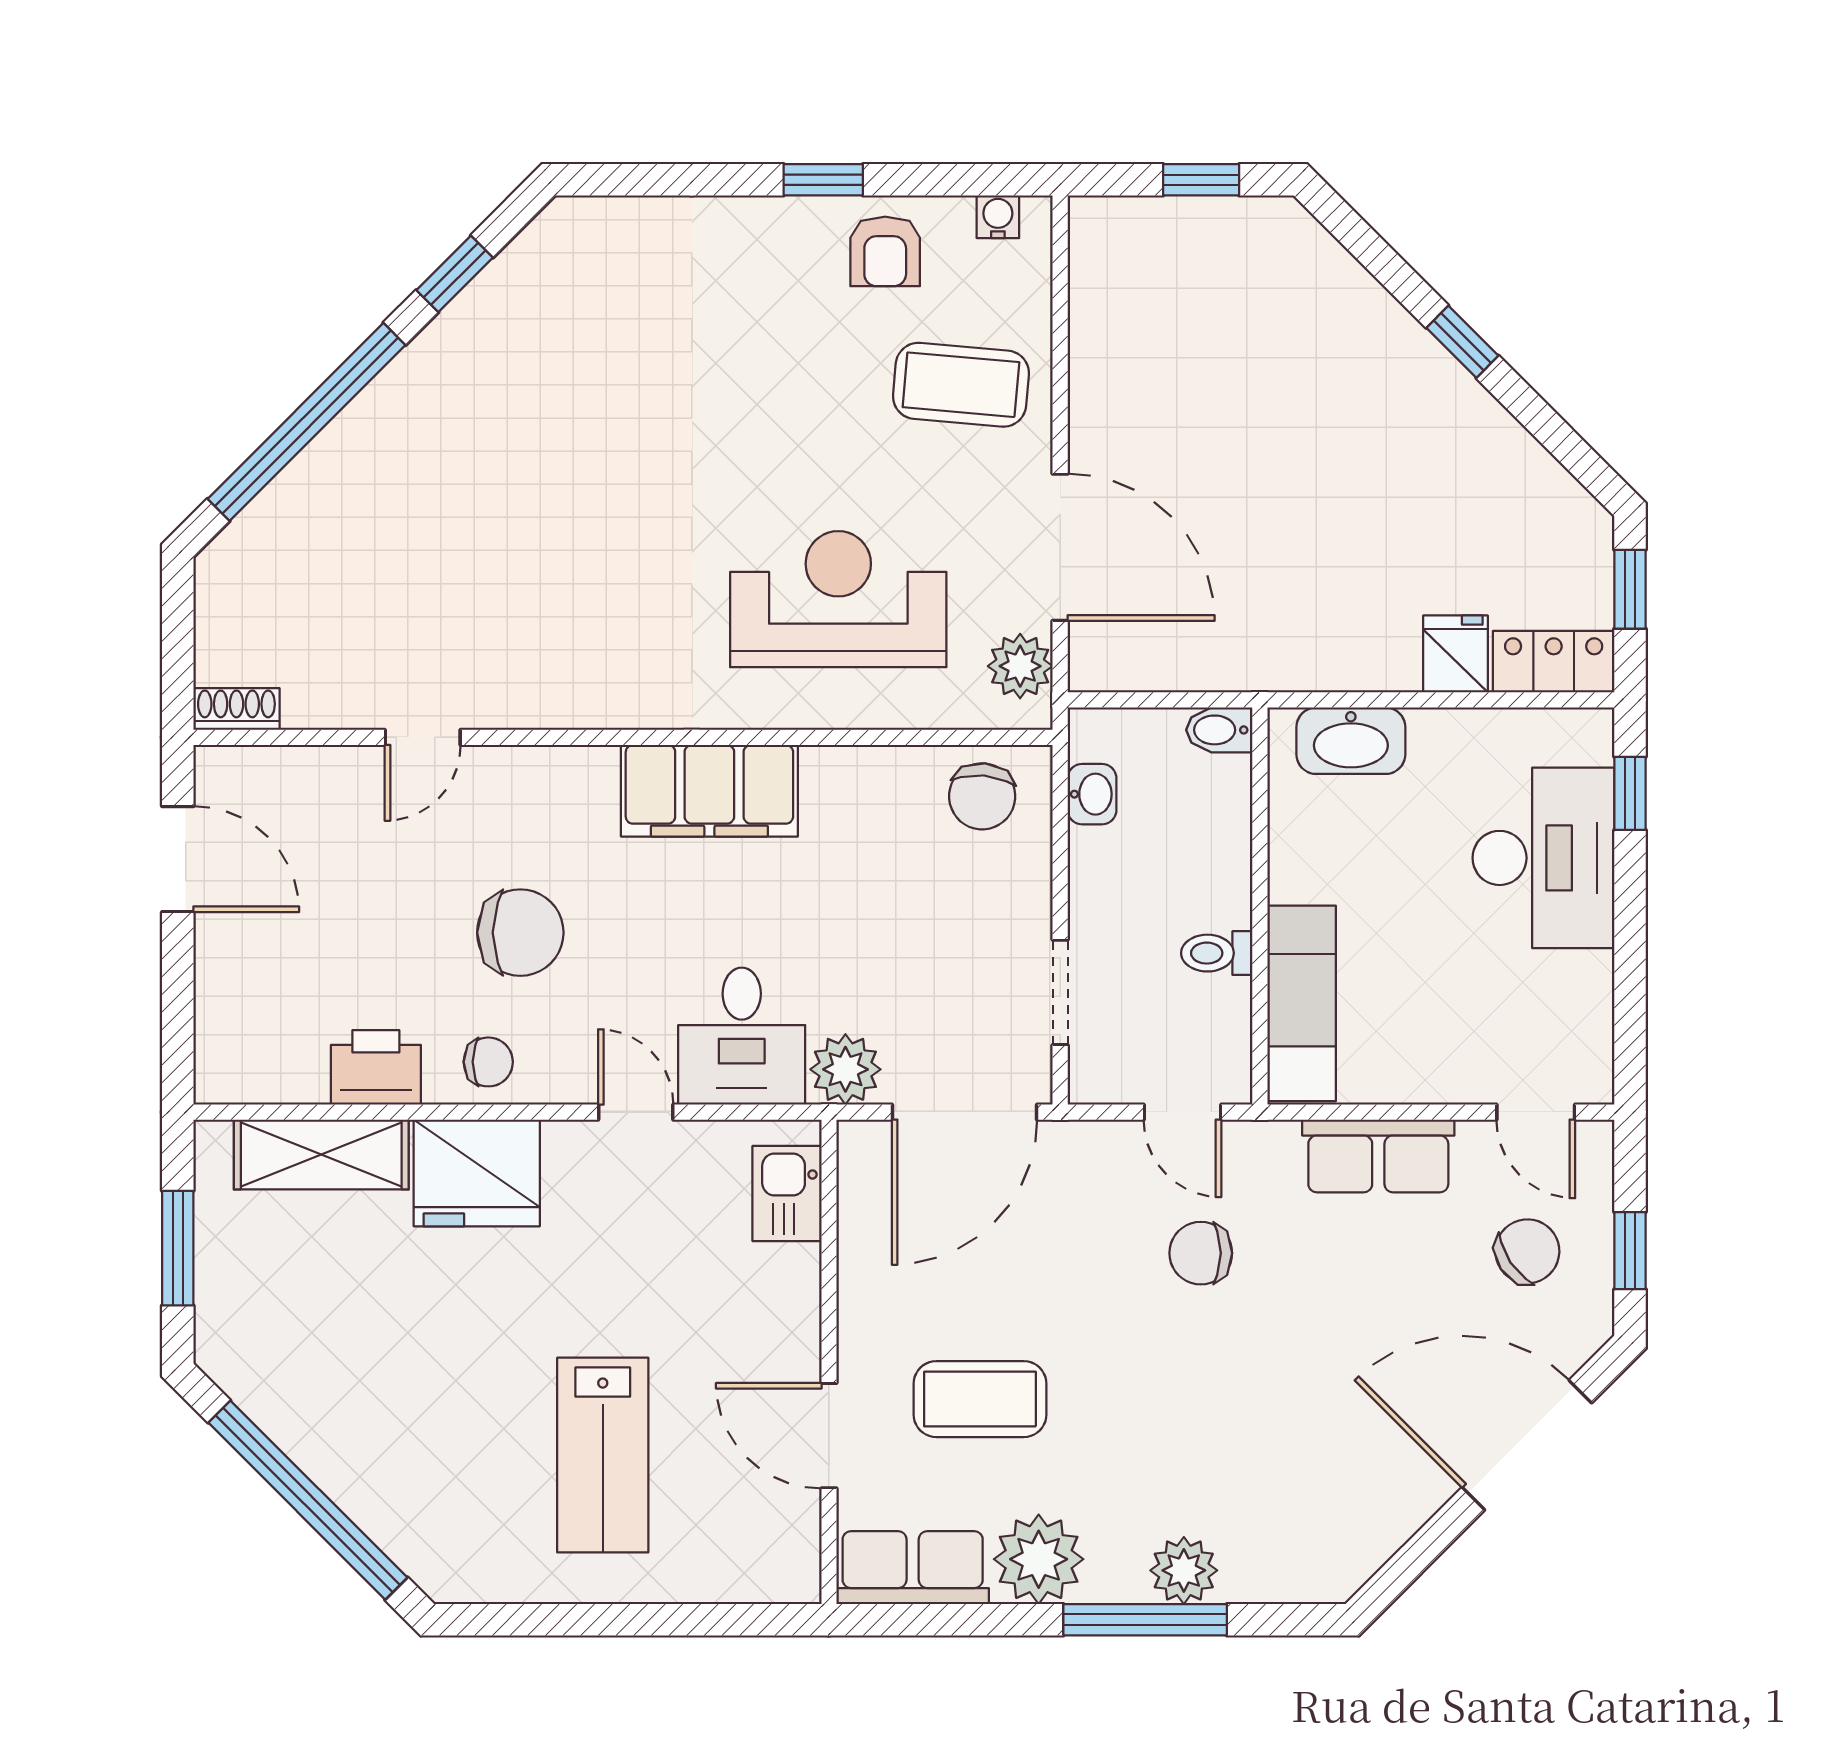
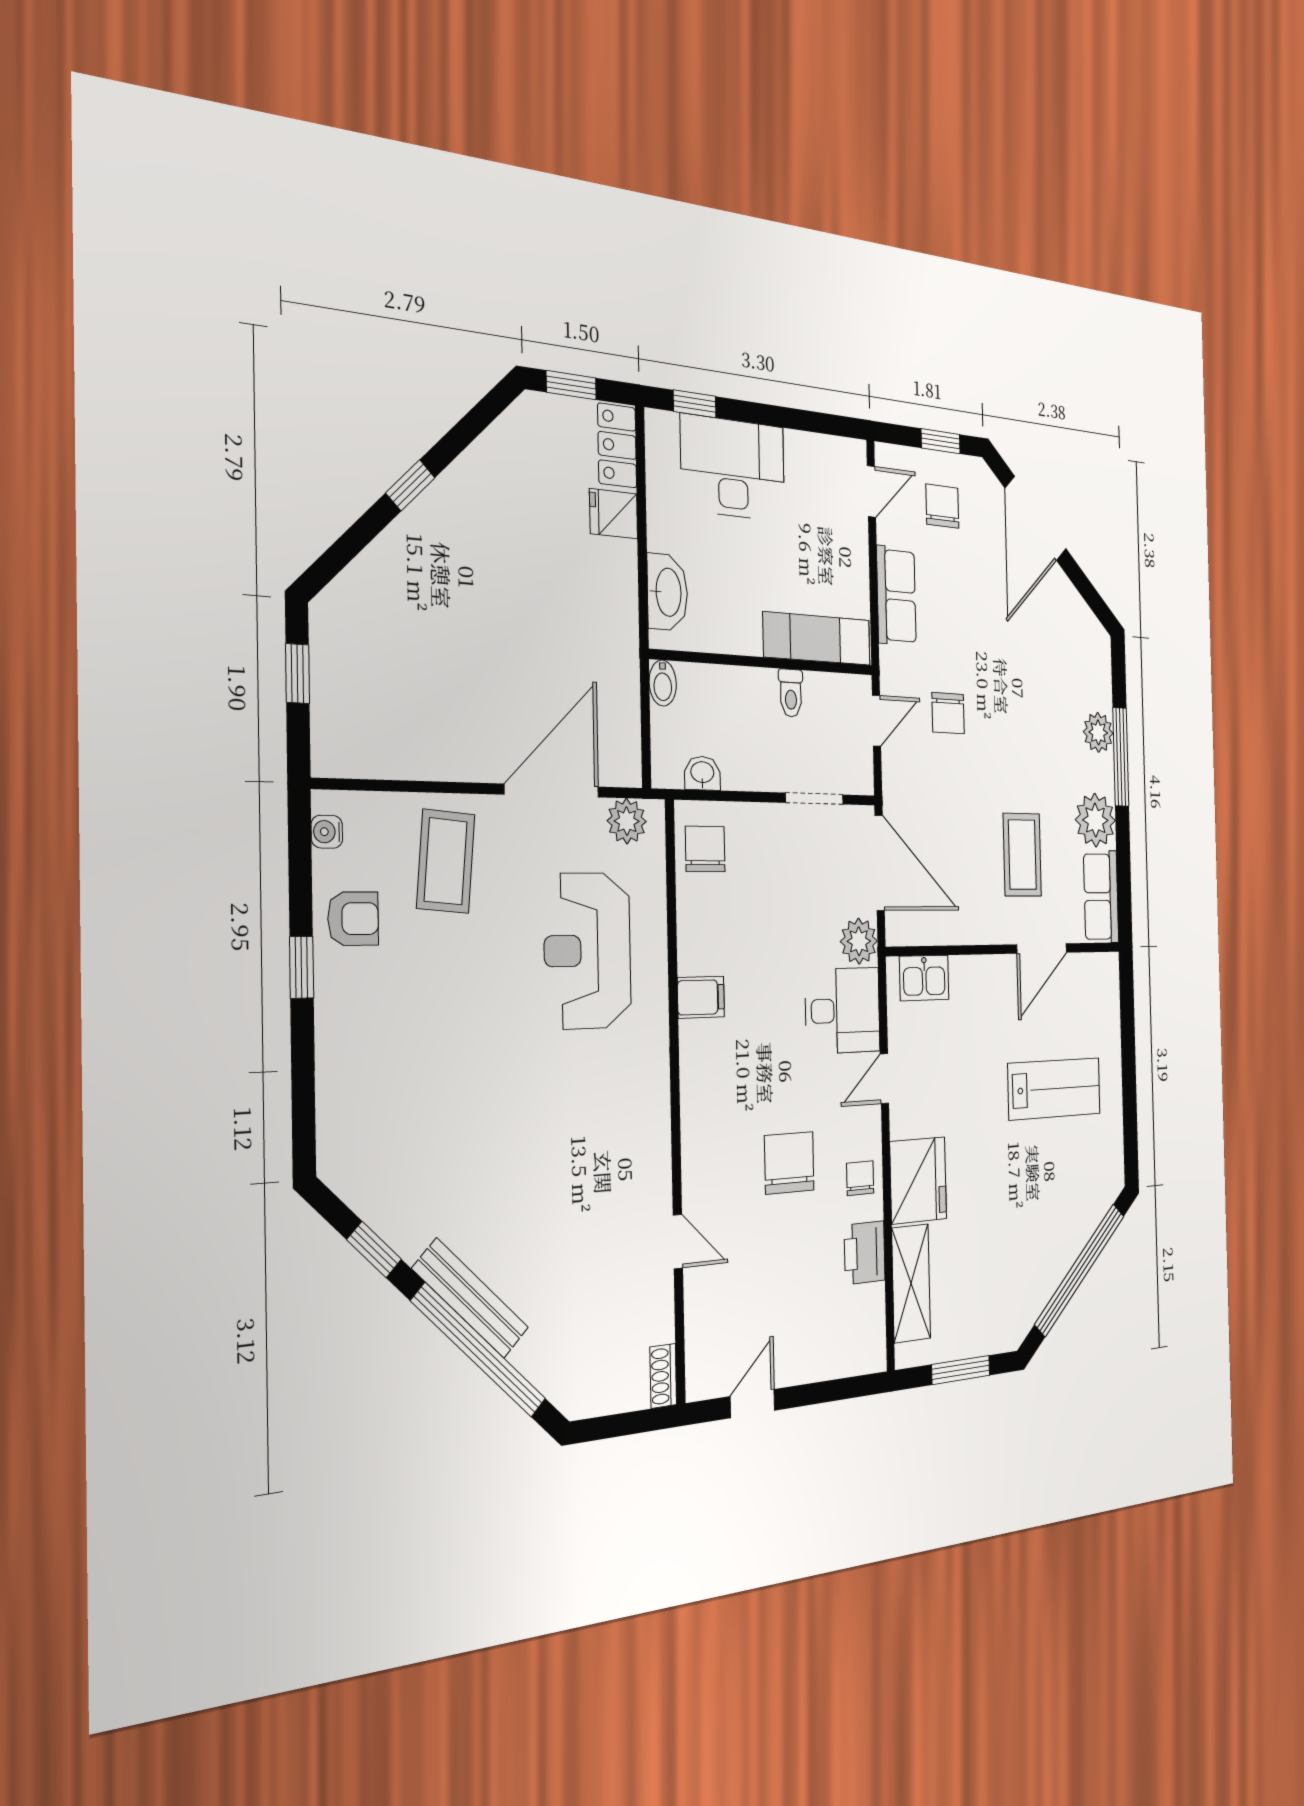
bench: (377, 411) -> (471, 1298), added
filing cabinet: (709, 791) -> (701, 997), width x0.33, depth x0.86
chair: (982, 796) -> (705, 849), turned -95
door: (178, 859) -> (753, 1404), width x0.73
chair: (1527, 1251) -> (942, 506), turned 34

